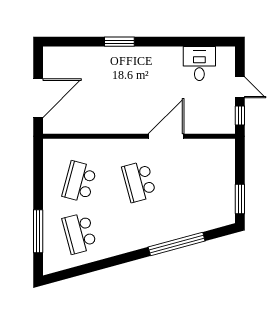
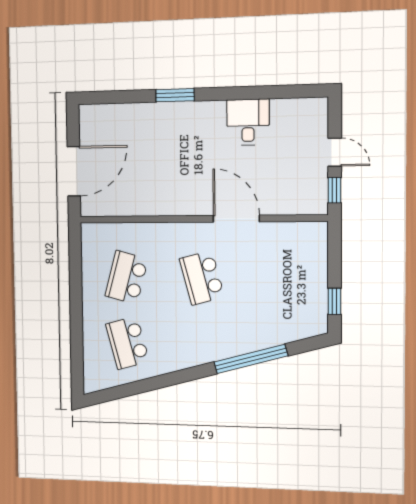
desk: (199, 63) -> (248, 122), moved
door: (166, 136) -> (236, 219), hinge flipped
window: (240, 199) -> (334, 301), width x0.67
window: (38, 231) -> (77, 340), removed

